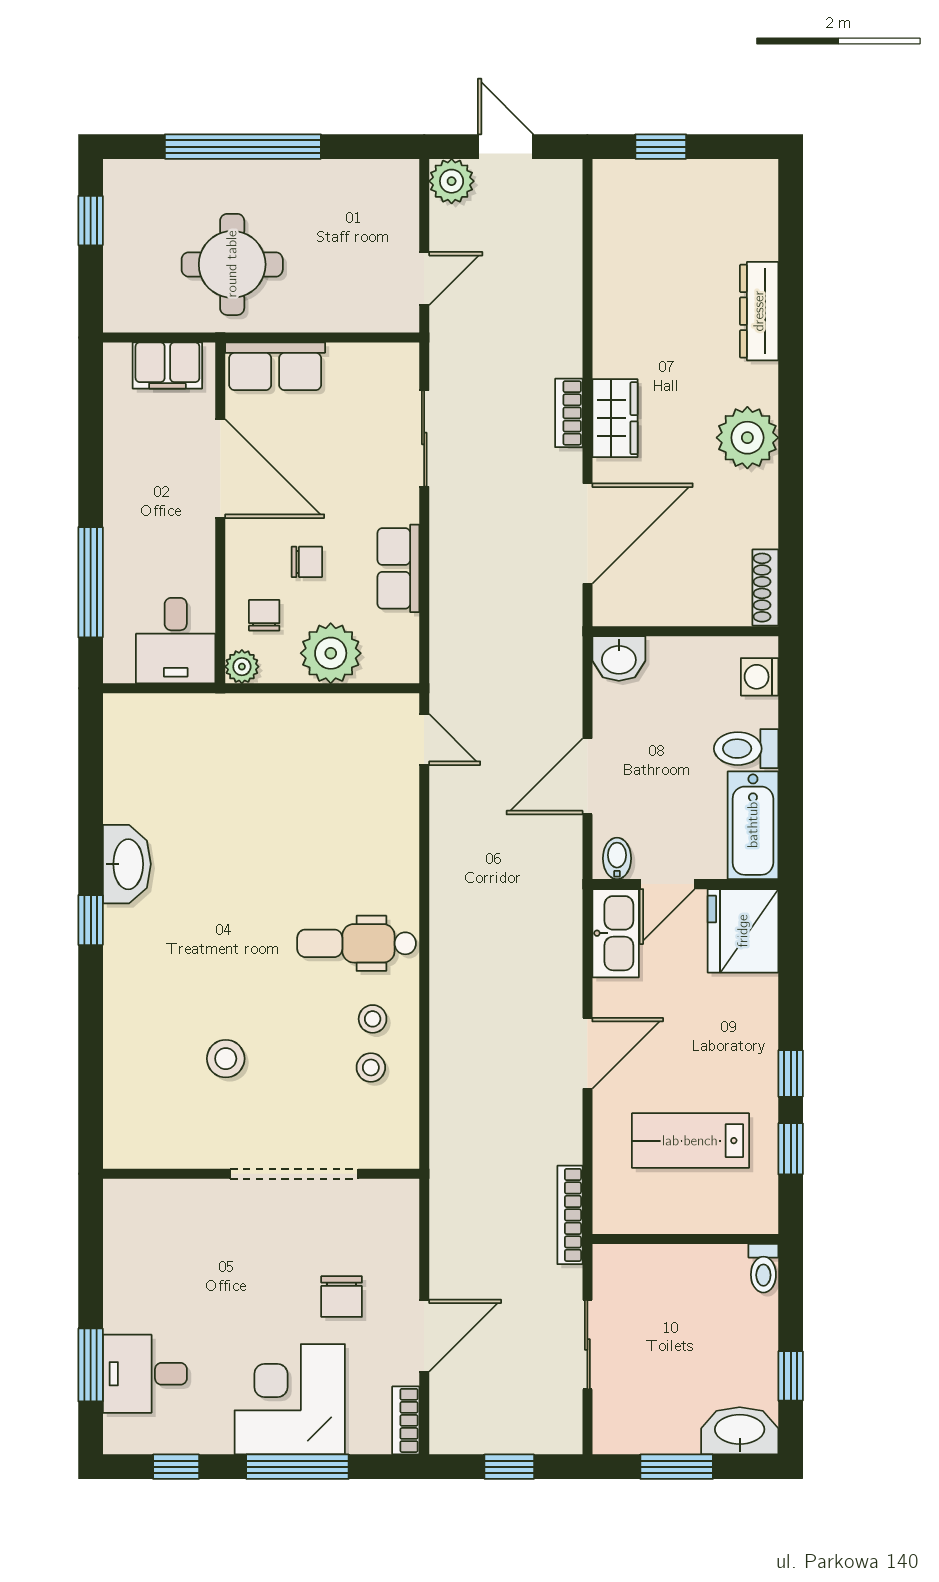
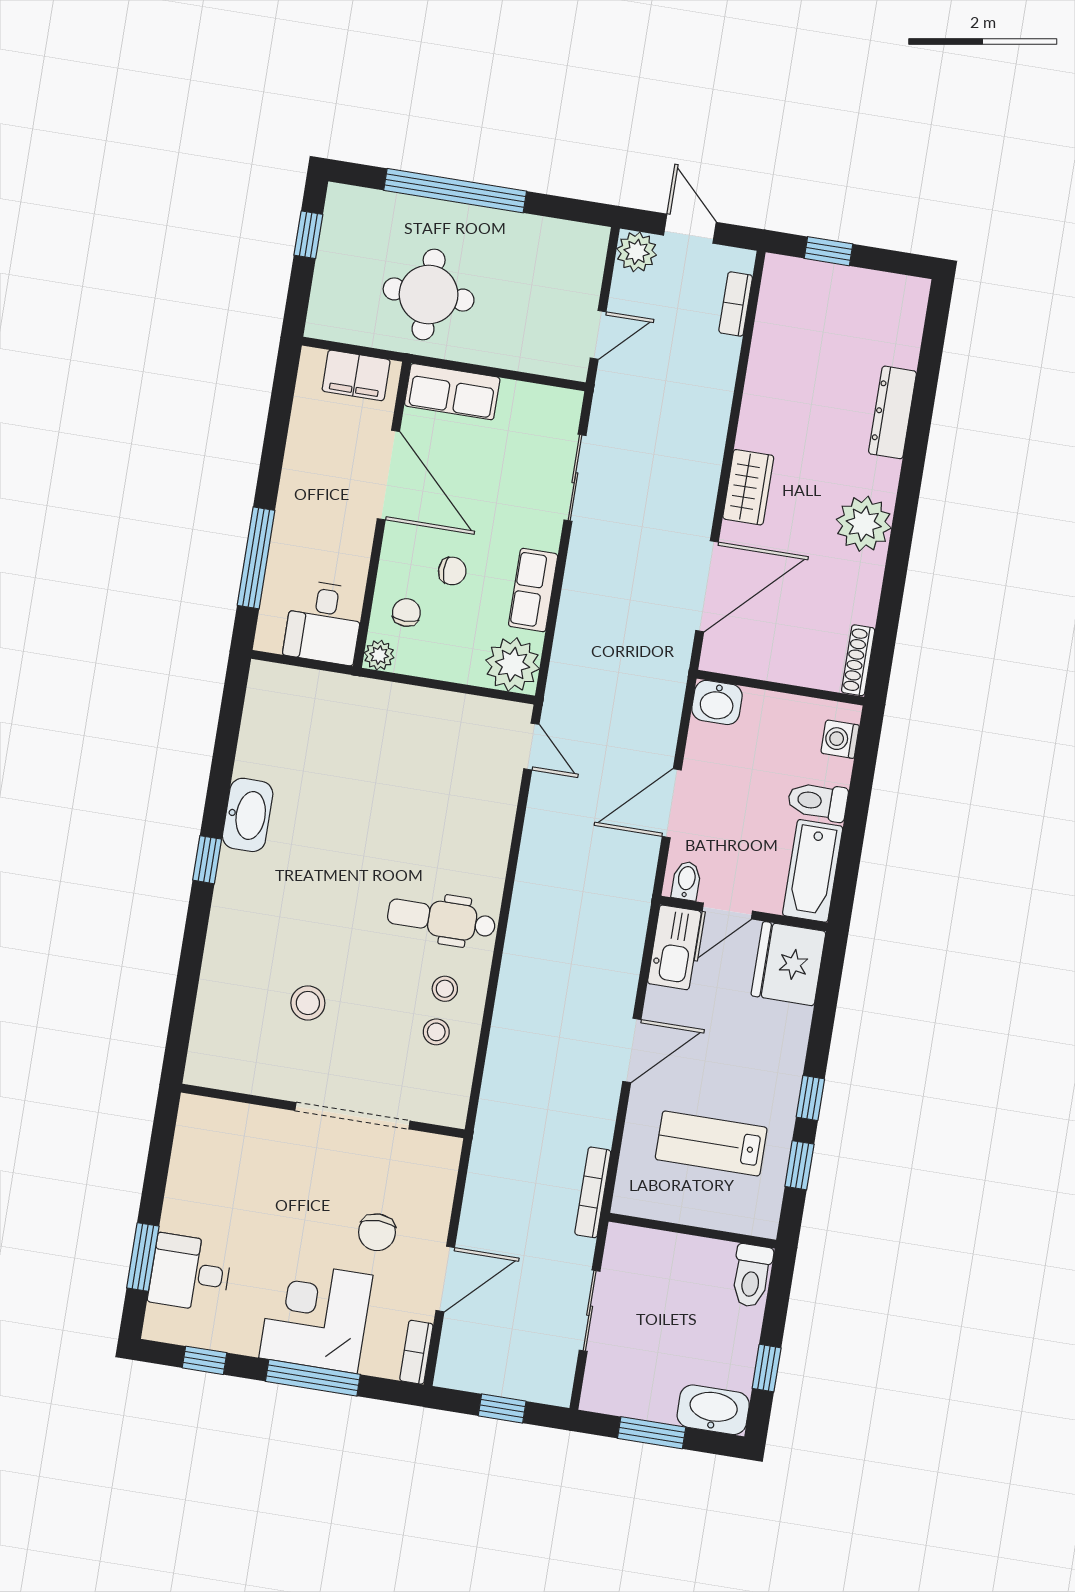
bookcase: (569, 413) -> (736, 304), moved
plant: (331, 653) -> (513, 664), moved
toilet: (763, 1268) -> (752, 1276), width x1.37, depth x1.39

